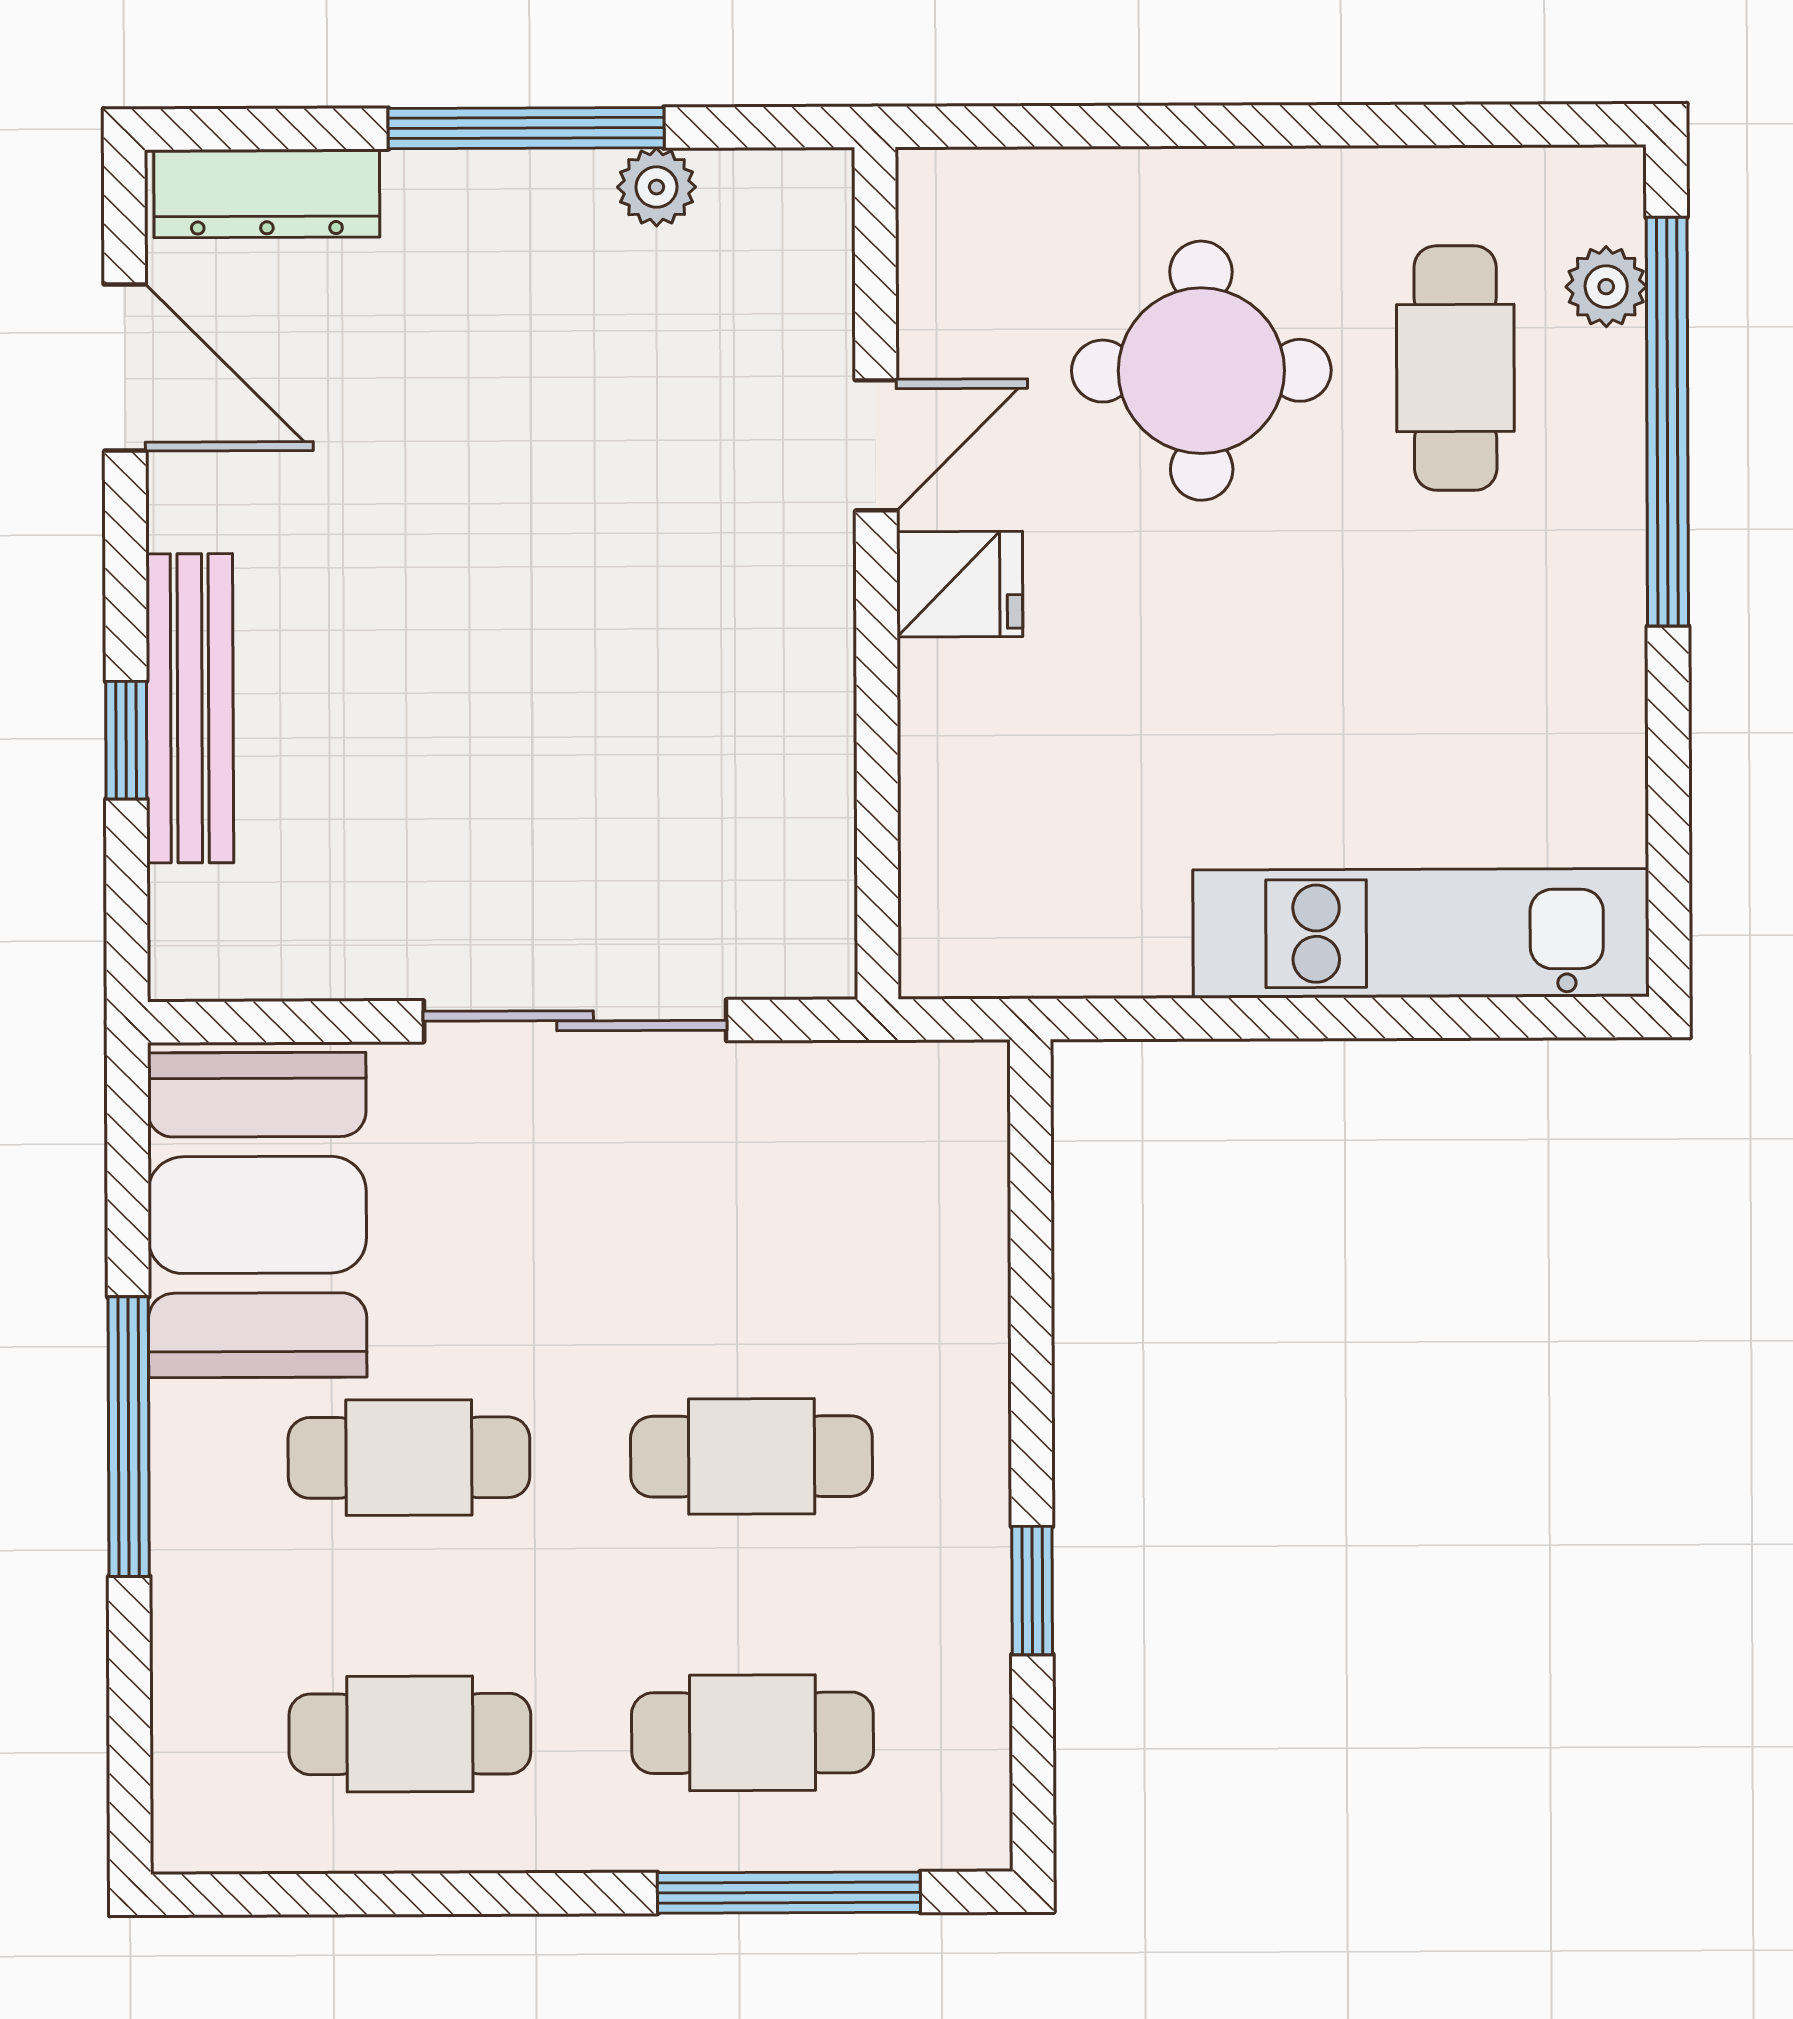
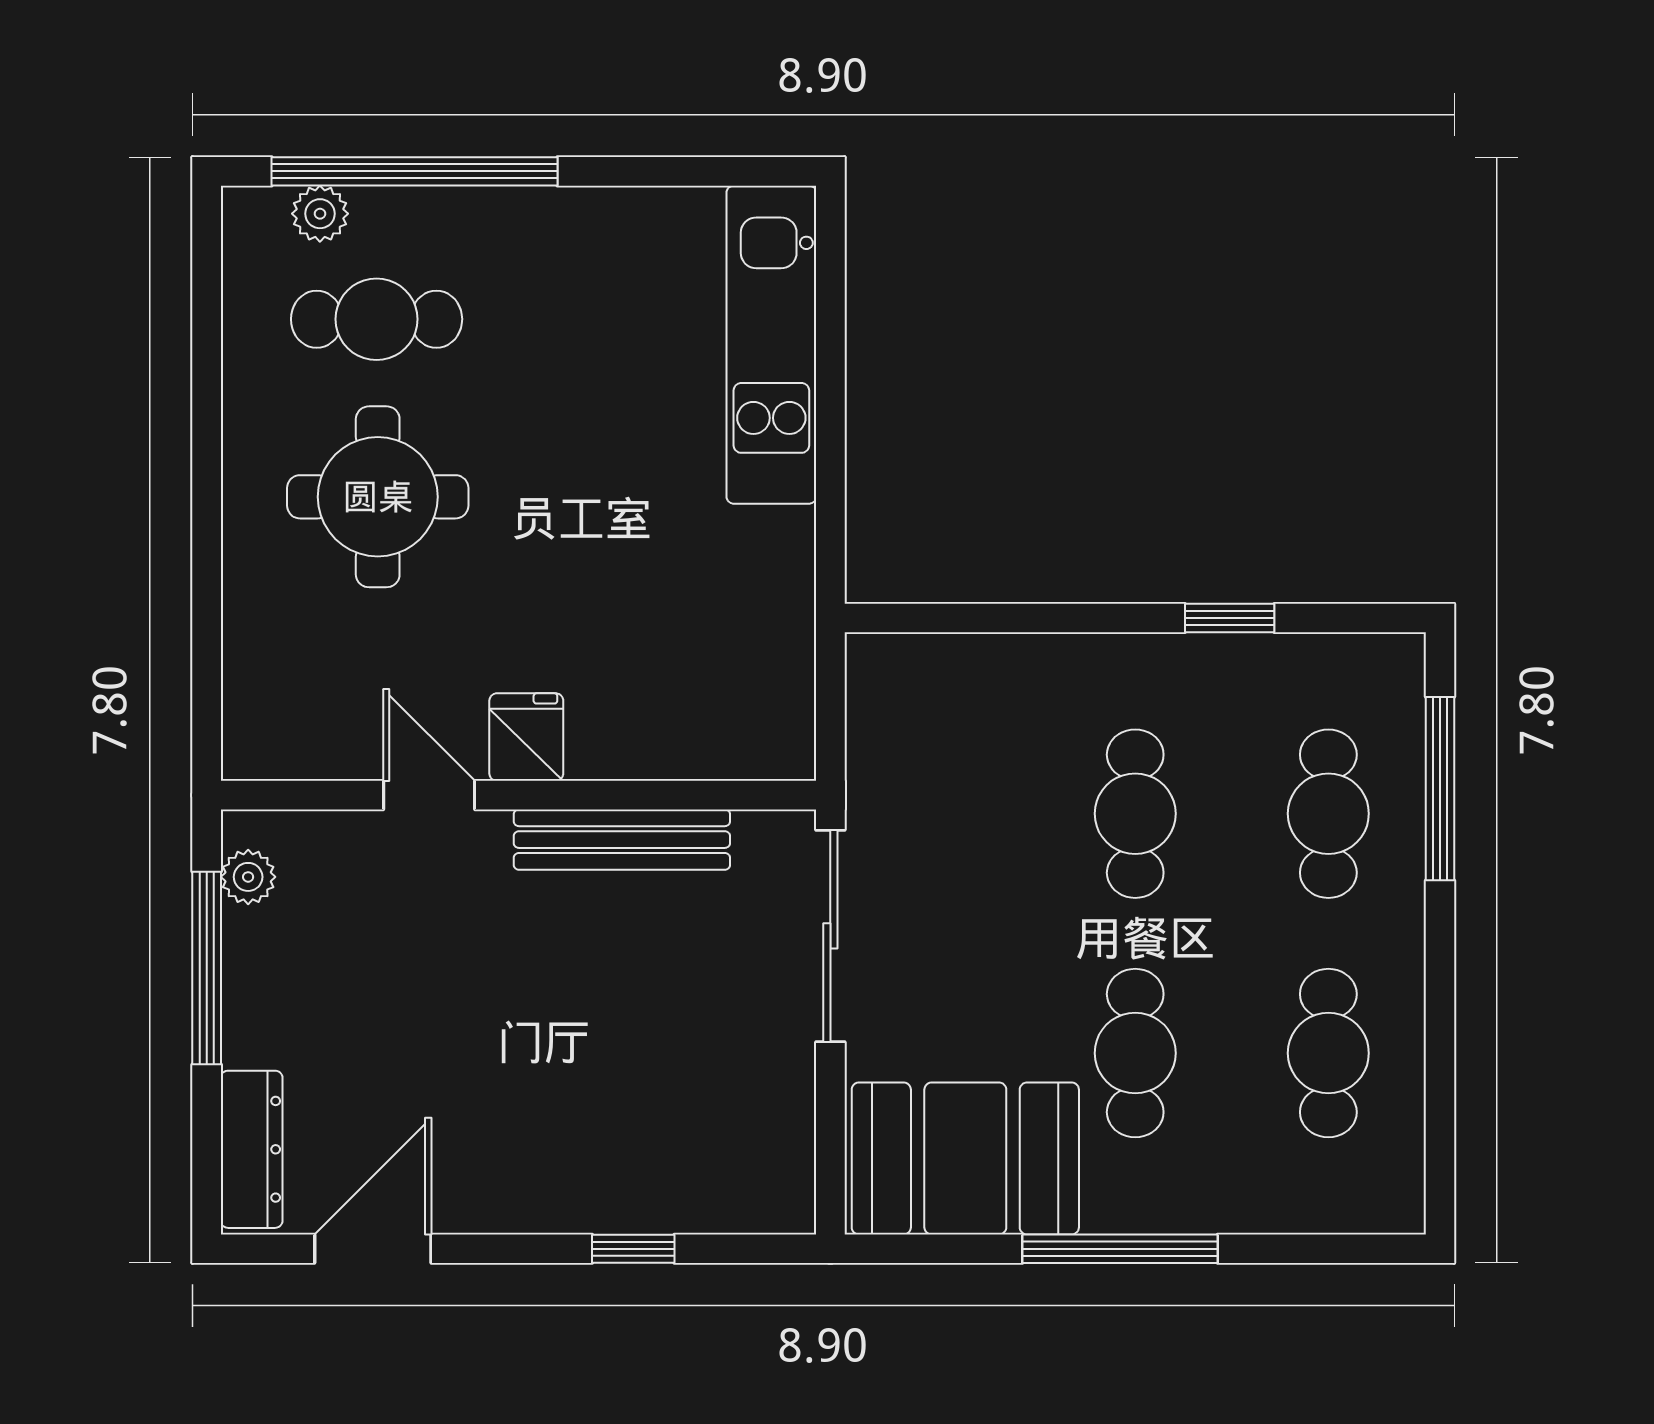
door: (876, 445) -> (429, 795), moved
wall: (876, 573) -> (518, 795), moved
fridge: (960, 584) -> (526, 737), moved
bench: (190, 708) -> (622, 840), moved

